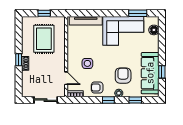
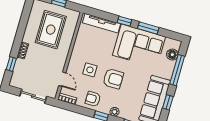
window: (105, 13) -> (124, 21), added
window: (138, 13) -> (148, 28), moved
window: (162, 42) -> (177, 70), added
window: (19, 60) -> (11, 64), moved
armchair: (123, 76) -> (113, 79), moved, turned 90

